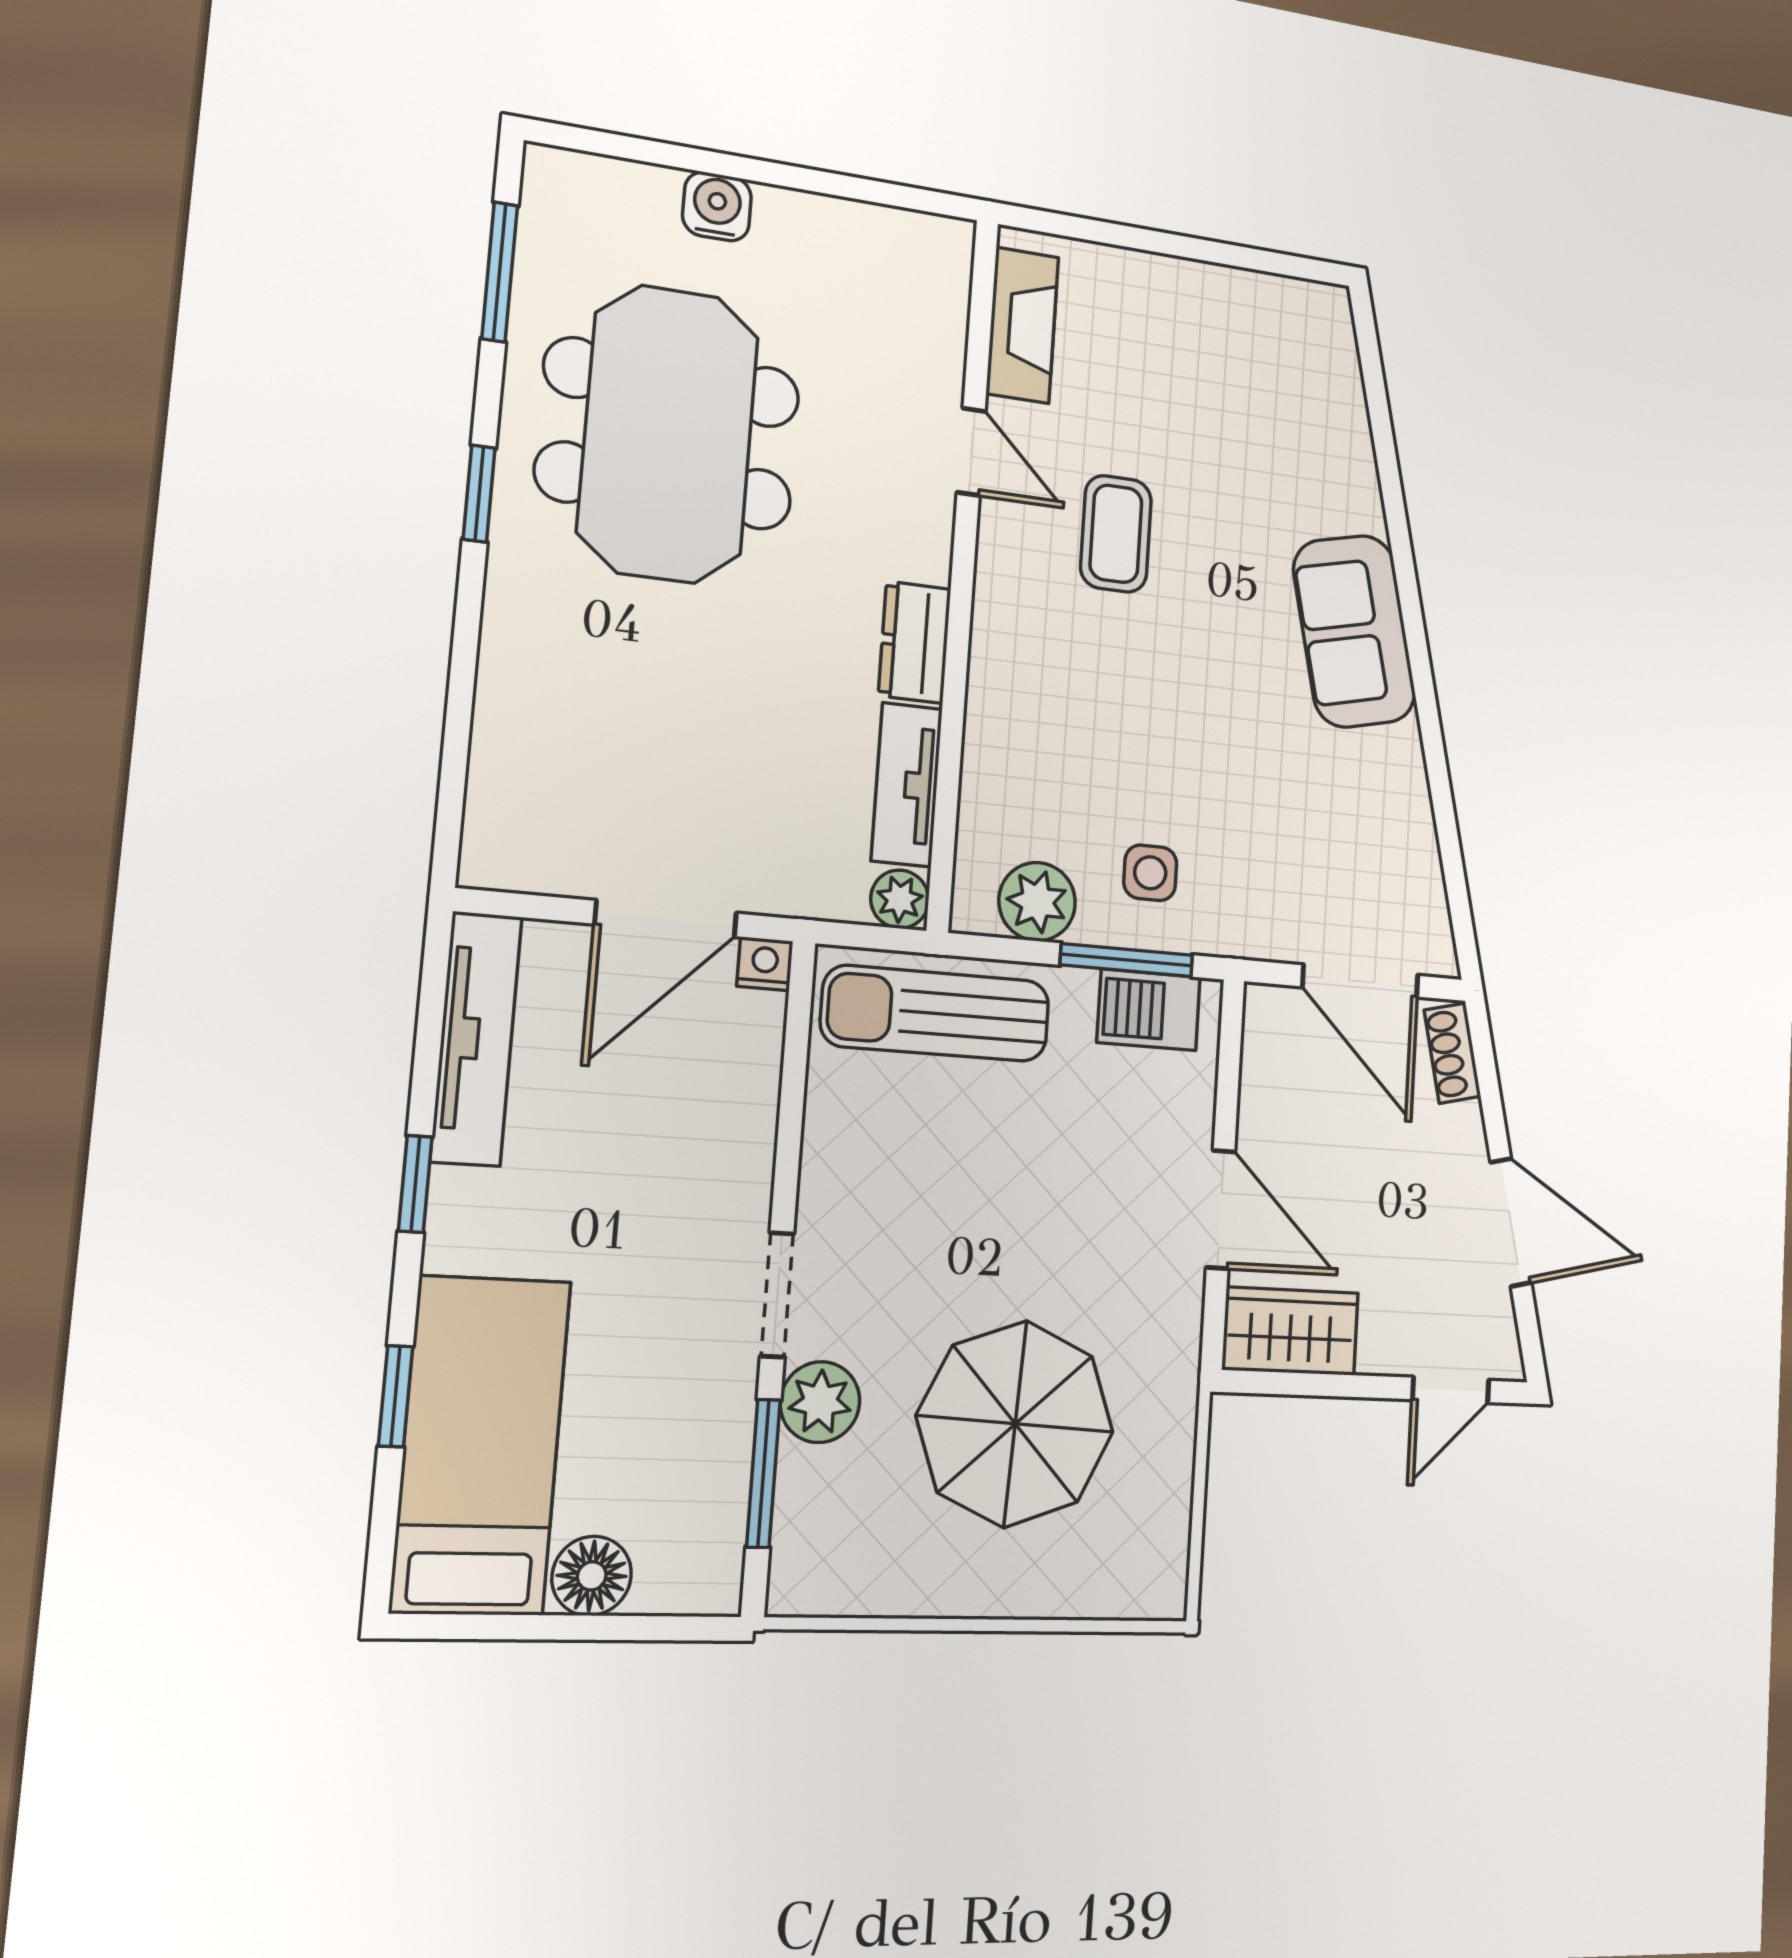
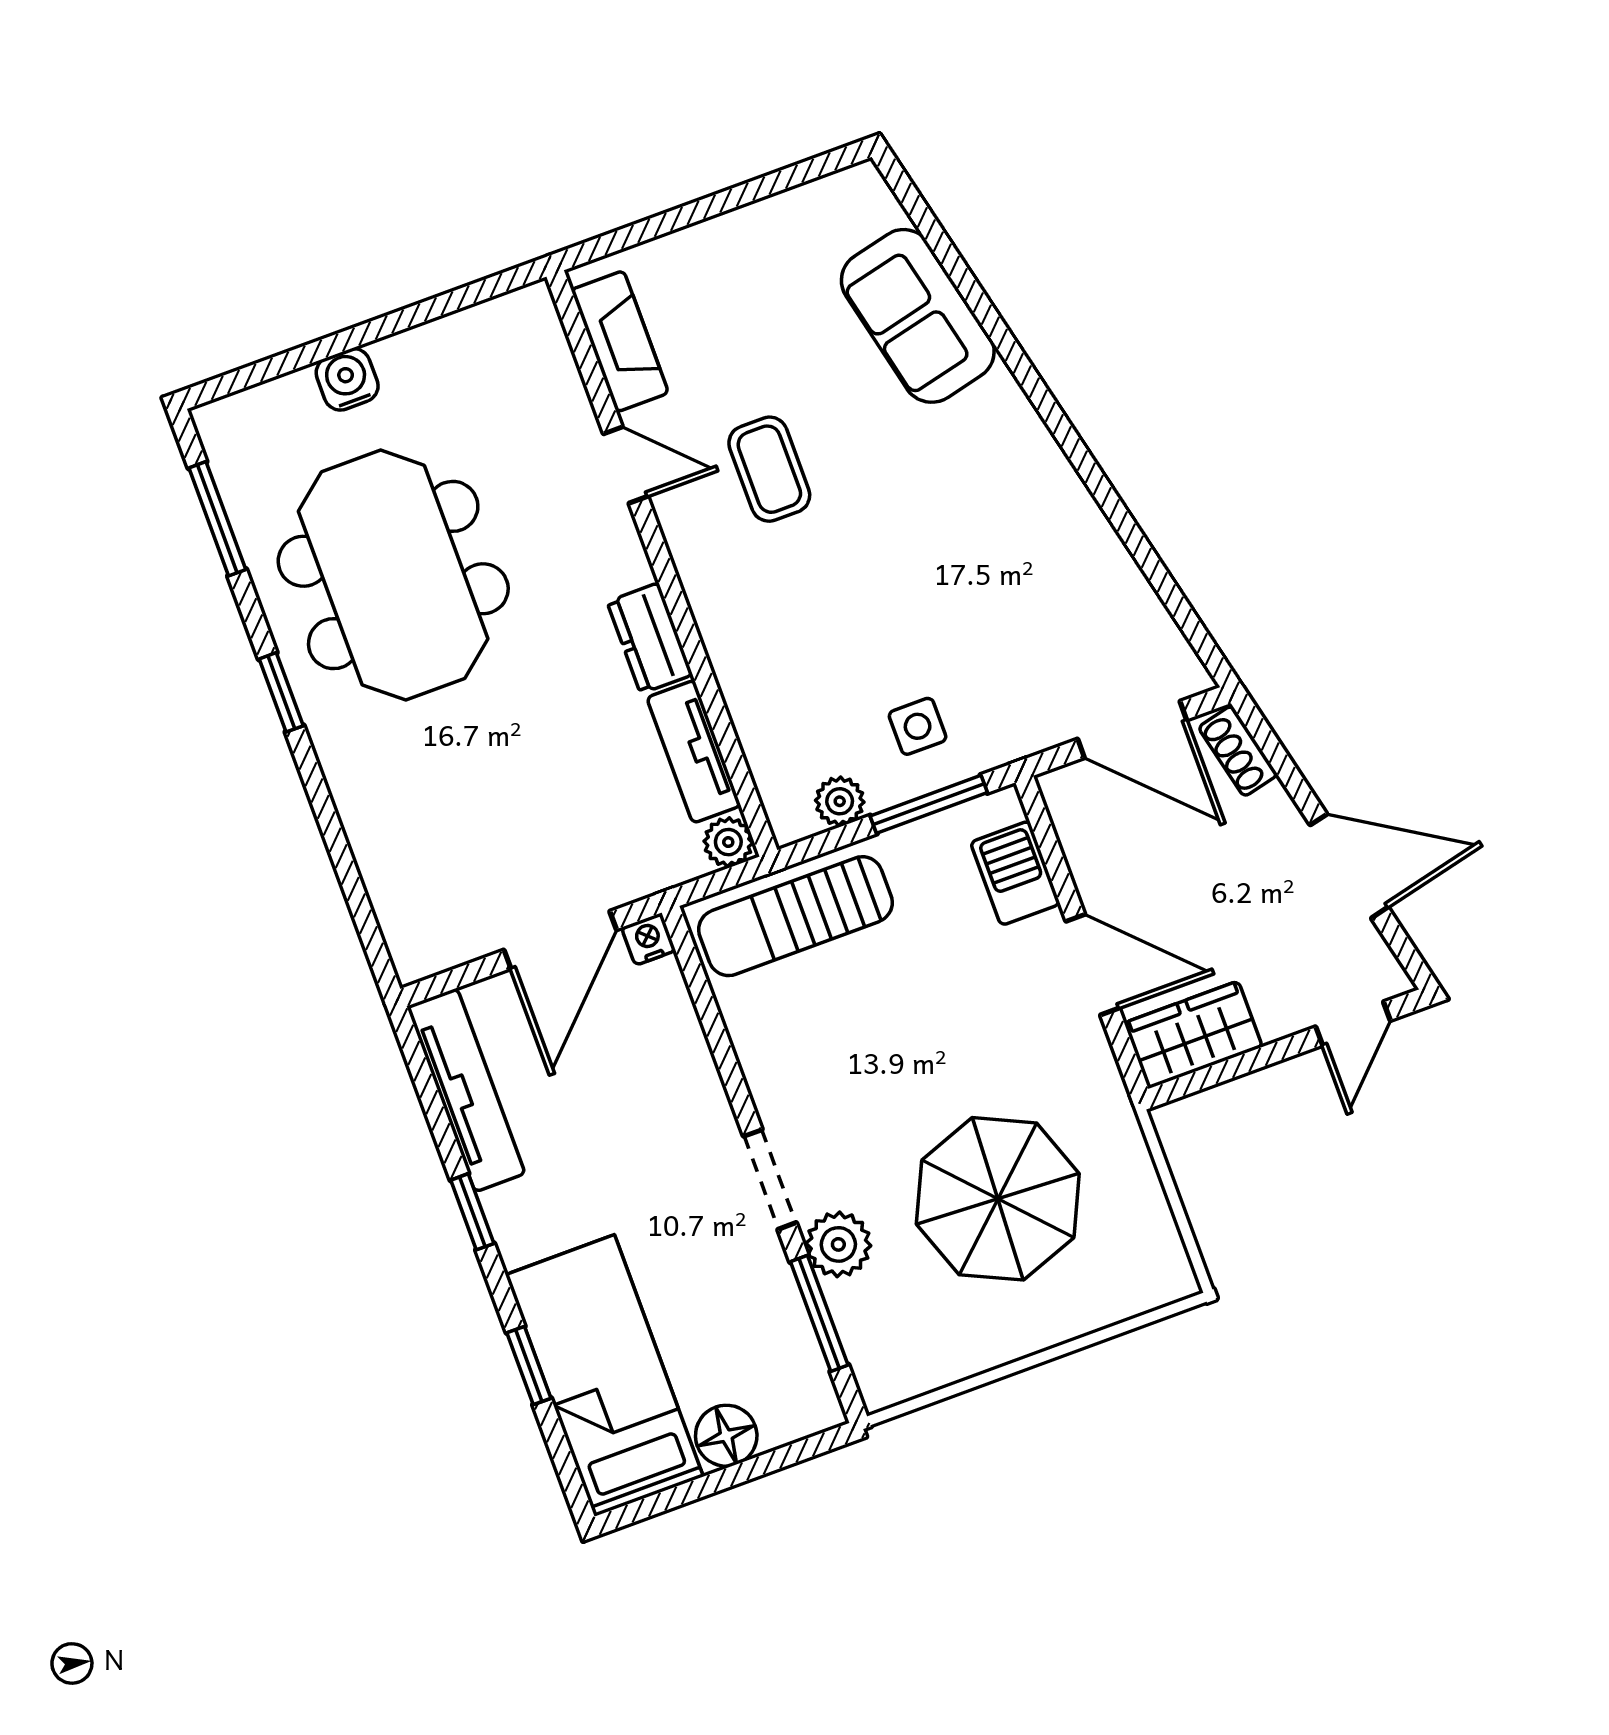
sofa: (1354, 631) -> (918, 316), moved
plant: (1037, 902) -> (840, 801), width x0.73, depth x0.73
barbecue: (1149, 1010) -> (1015, 873), moved, turned 90

